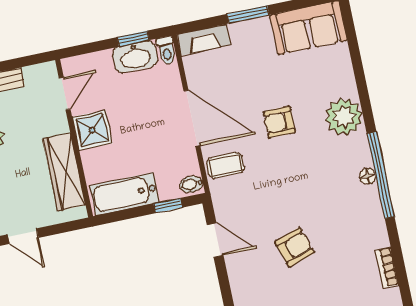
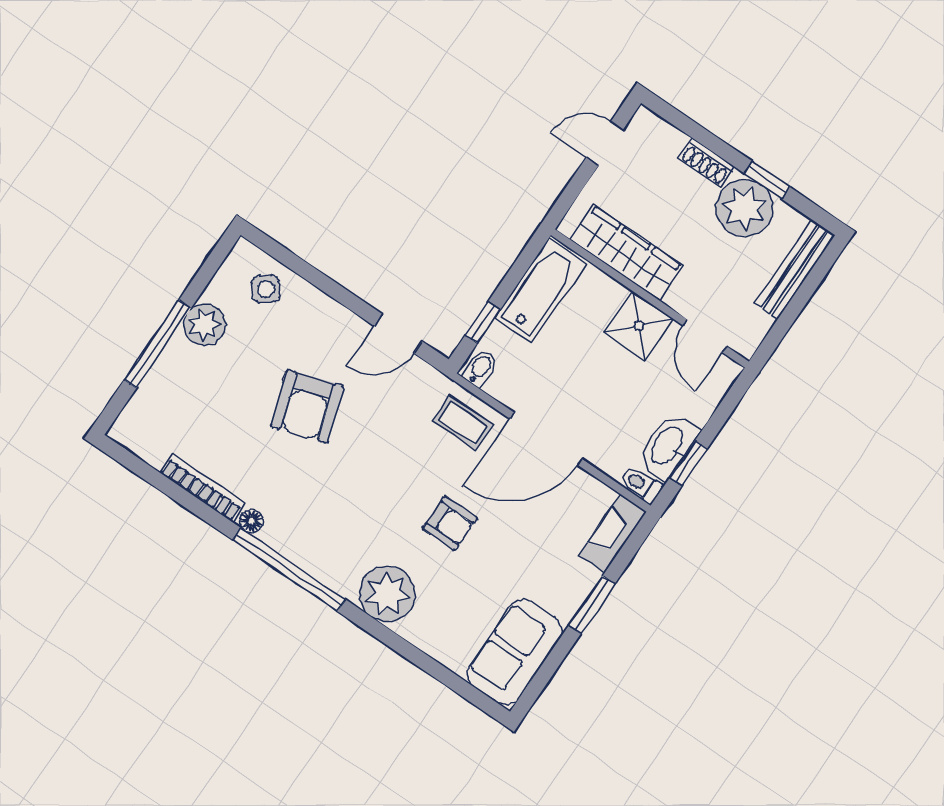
armchair: (279, 122) -> (450, 523), turned 90
coffee table: (225, 165) -> (463, 423), turned 90
floor lamp: (368, 176) -> (251, 521), moved
armchair: (294, 247) -> (307, 406), width x1.38, depth x1.38
bookcase: (387, 267) -> (202, 488), width x1.56

